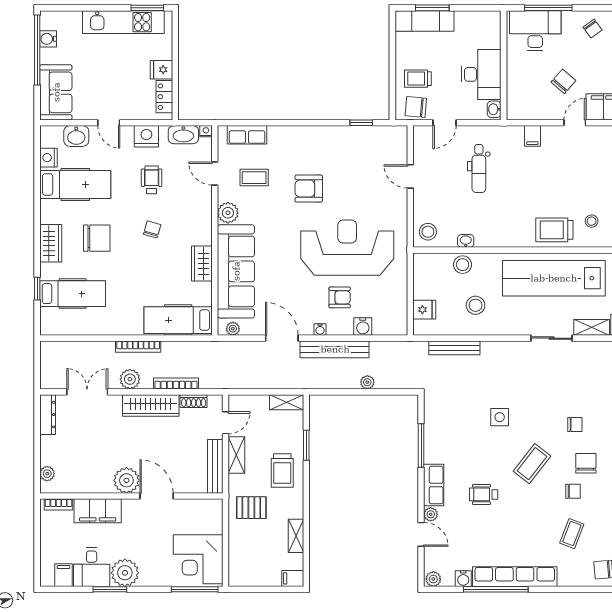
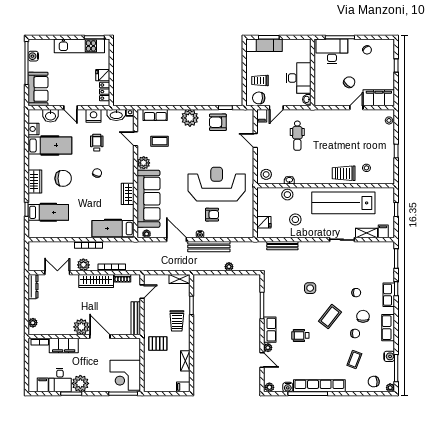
filing cabinet: (532, 136) -> (262, 116), moved
plant: (303, 140) -> (190, 118), added
armchair: (309, 189) -> (218, 122), moved
water cooler: (363, 327) -> (226, 233), removed
shelving: (236, 455) -> (149, 311), removed

